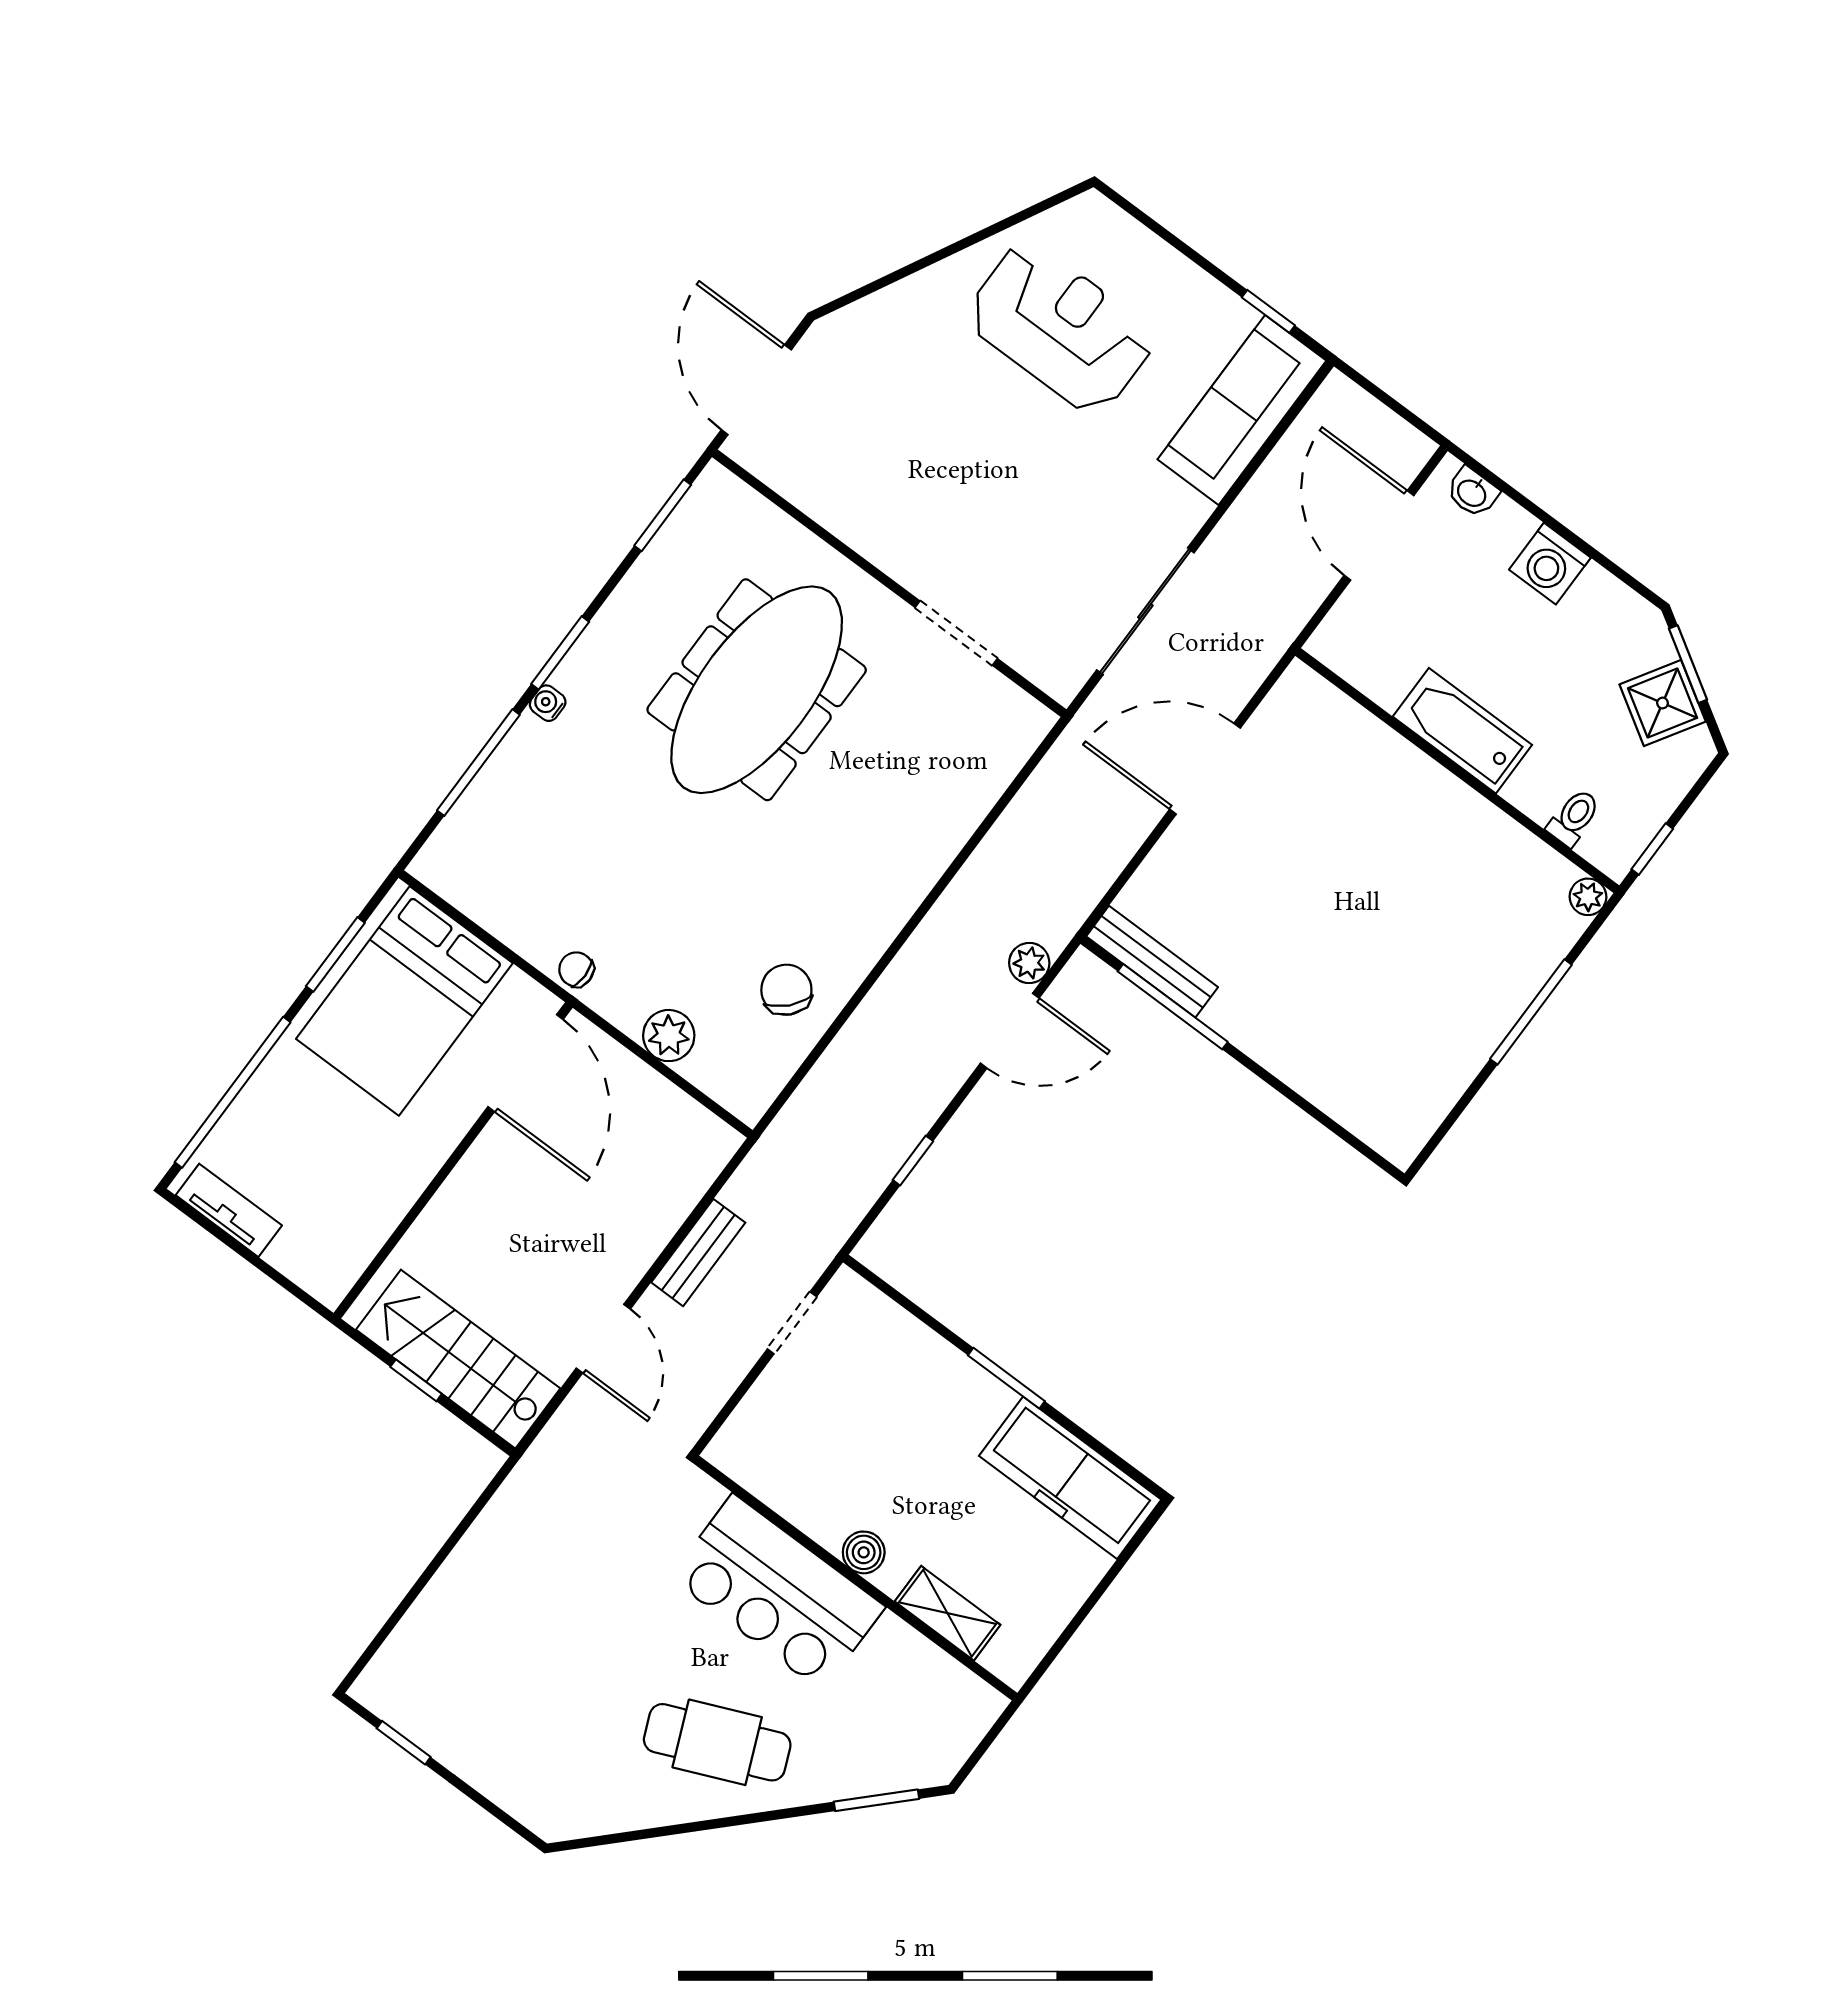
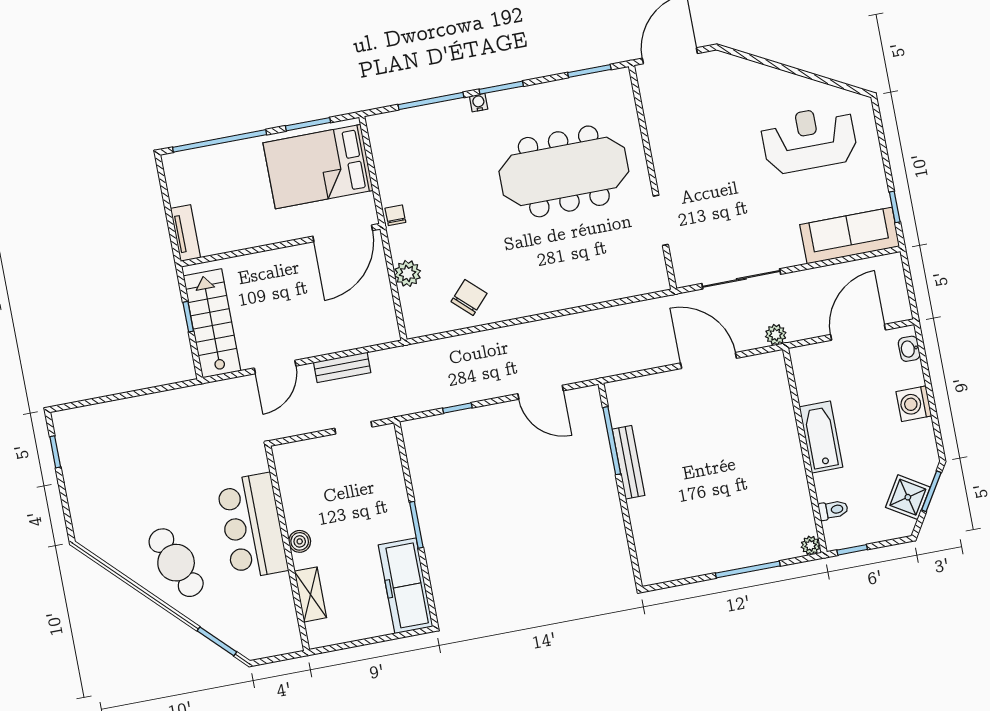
reception desk: (1060, 328) -> (809, 140), turned -90
bench: (1152, 962) -> (628, 462), moved
plant: (1029, 963) -> (776, 335), moved
tv unit: (229, 1210) -> (185, 233), moved

